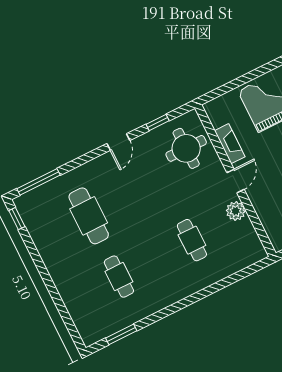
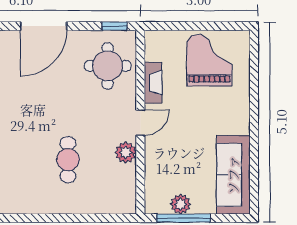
window: (158, 122) -> (115, 26), moved
door: (118, 142) -> (44, 26), width x1.88

